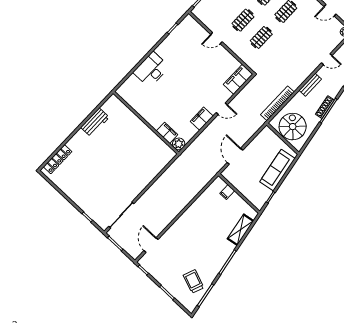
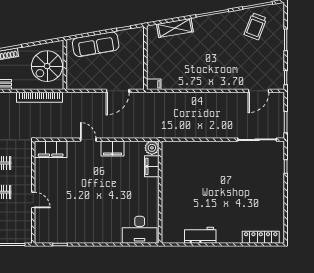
desk: (151, 70) -> (140, 230), moved
filing cabinet: (227, 192) -> (154, 84), moved

